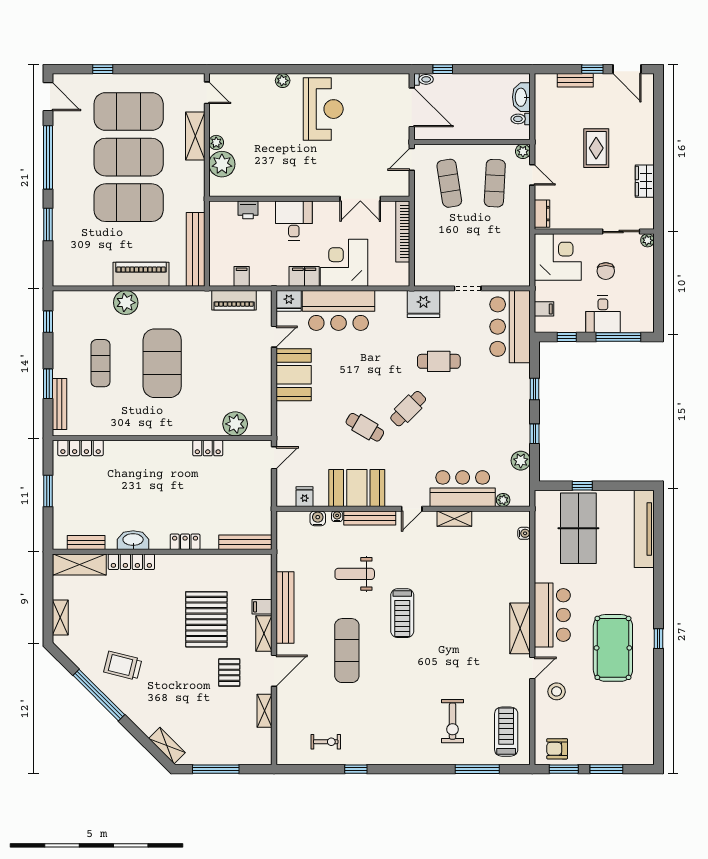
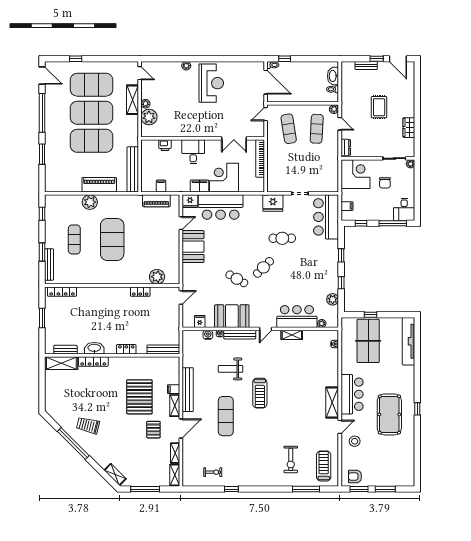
desk: (603, 314) -> (404, 209), moved
shelving: (60, 617) -> (175, 475), moved

